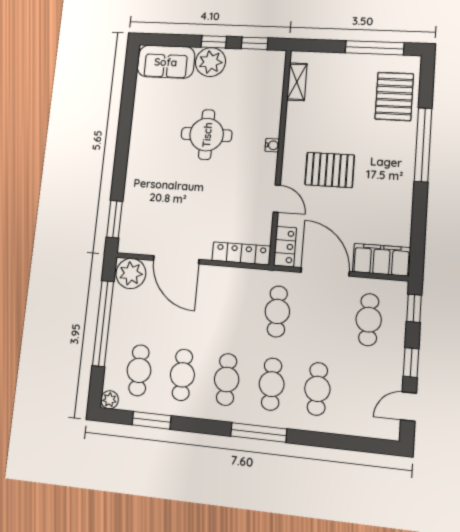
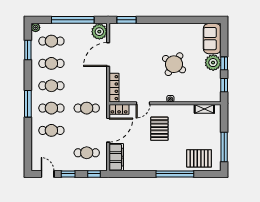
round table: (207, 135) -> (174, 64), turned 34

